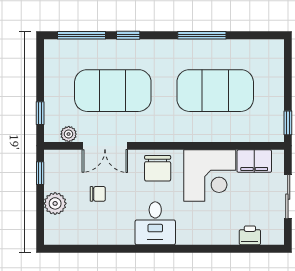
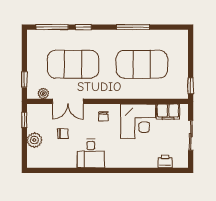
chair: (158, 168) -> (103, 116), width x0.54, depth x0.54
desk: (155, 223) -> (91, 153), moved

